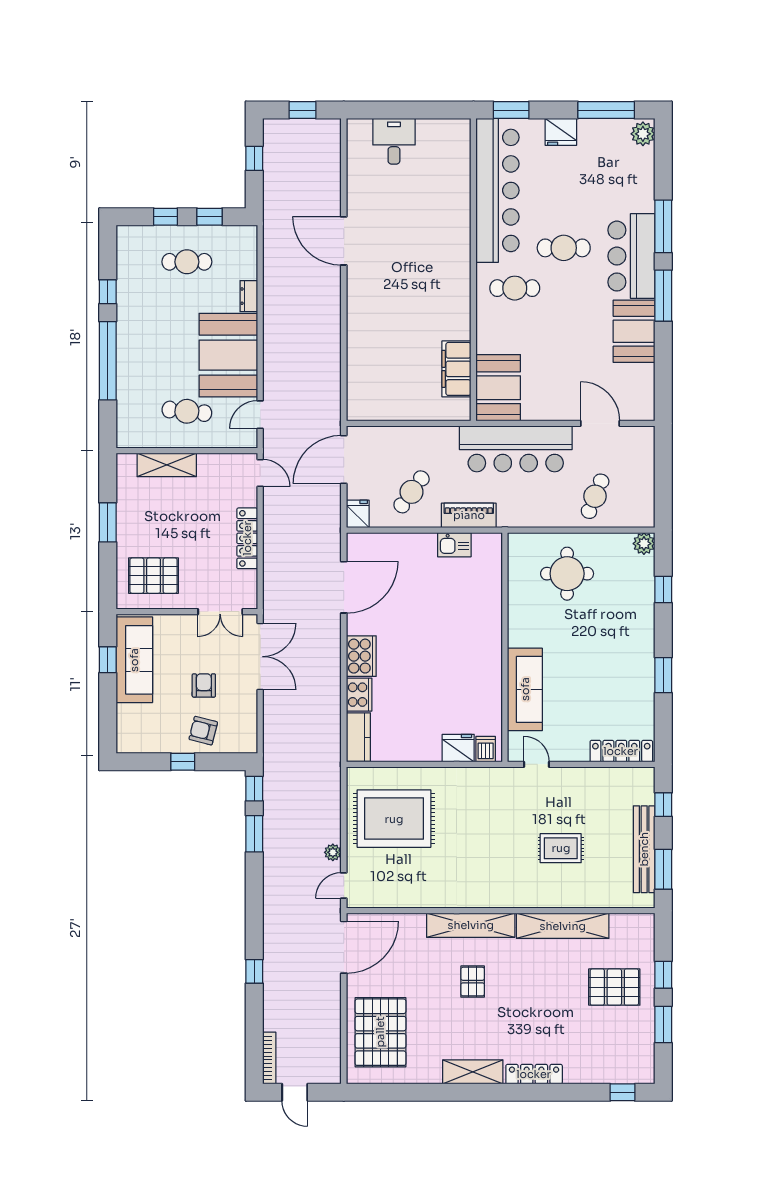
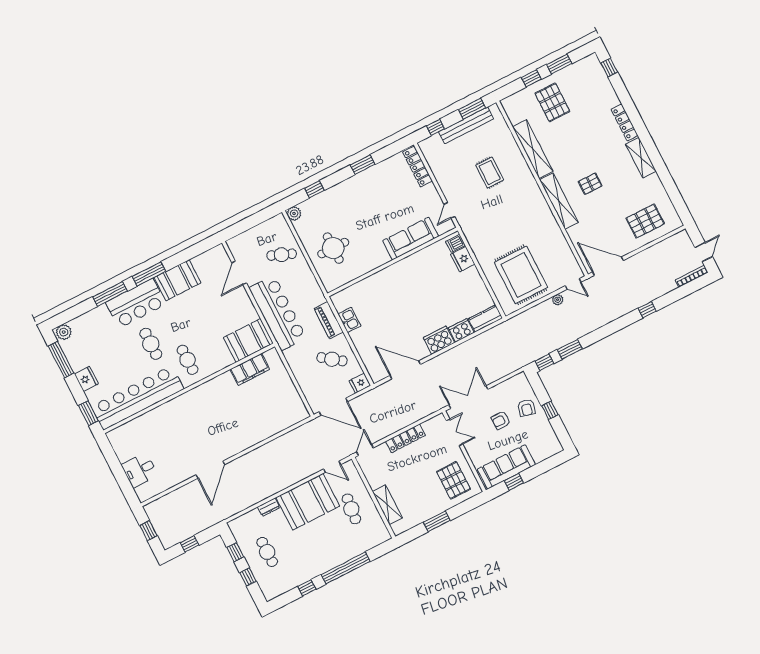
pallet: (380, 1032) -> (645, 221), width x0.73, depth x0.71

